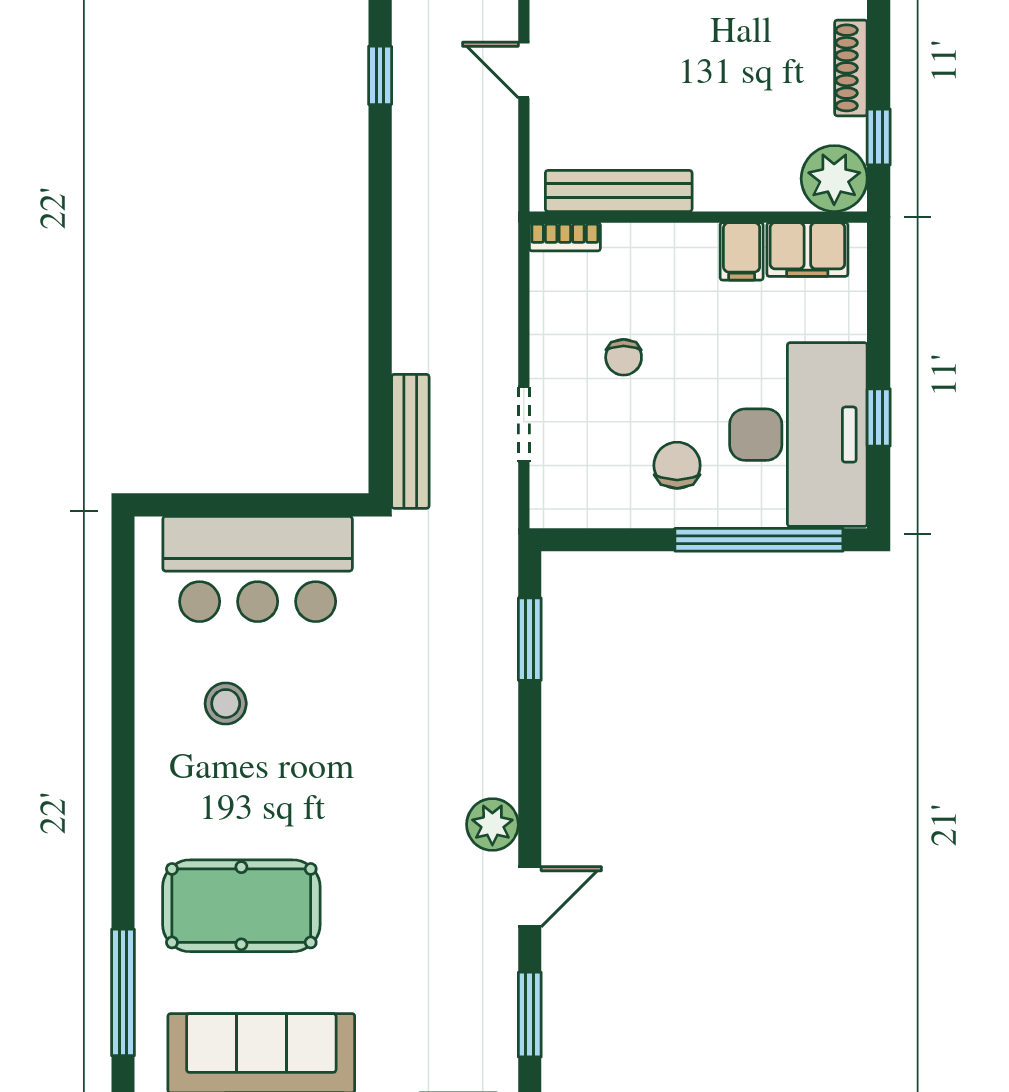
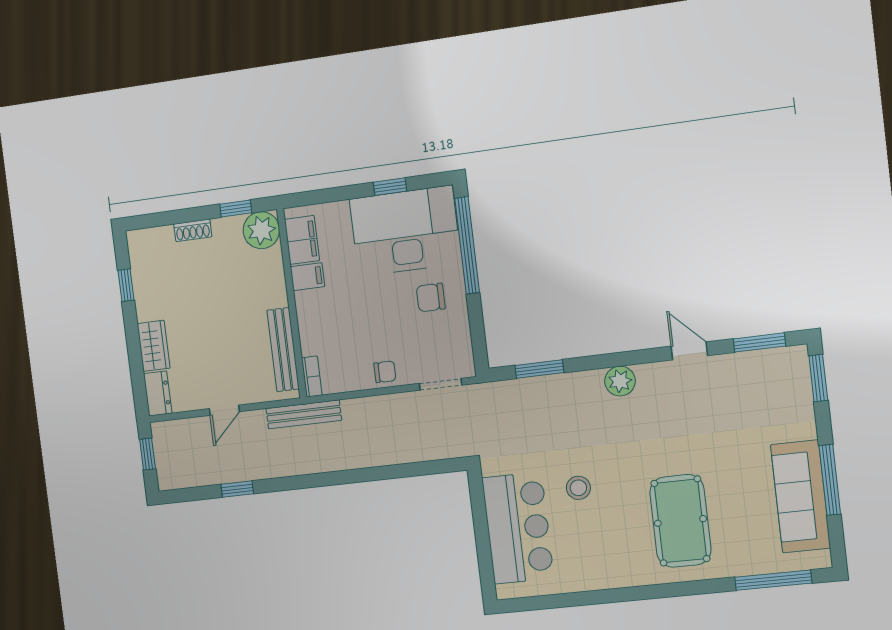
shoe rack: (851, 68) -> (193, 230), width x0.70
chair: (624, 357) -> (385, 372), moved
doorway: (524, 424) -> (441, 384), moved
bench: (410, 441) -> (304, 414), moved
stool: (226, 704) -> (578, 488), moved
plant: (492, 825) -> (620, 381), moved
pool table: (241, 906) -> (680, 521), moved

